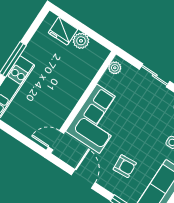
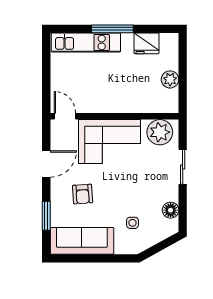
fridge: (63, 31) -> (147, 43), moved, turned -90
plant: (115, 68) -> (160, 132), width x1.87, depth x1.87

